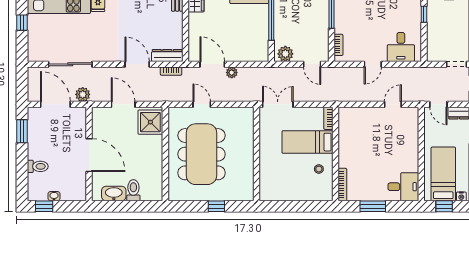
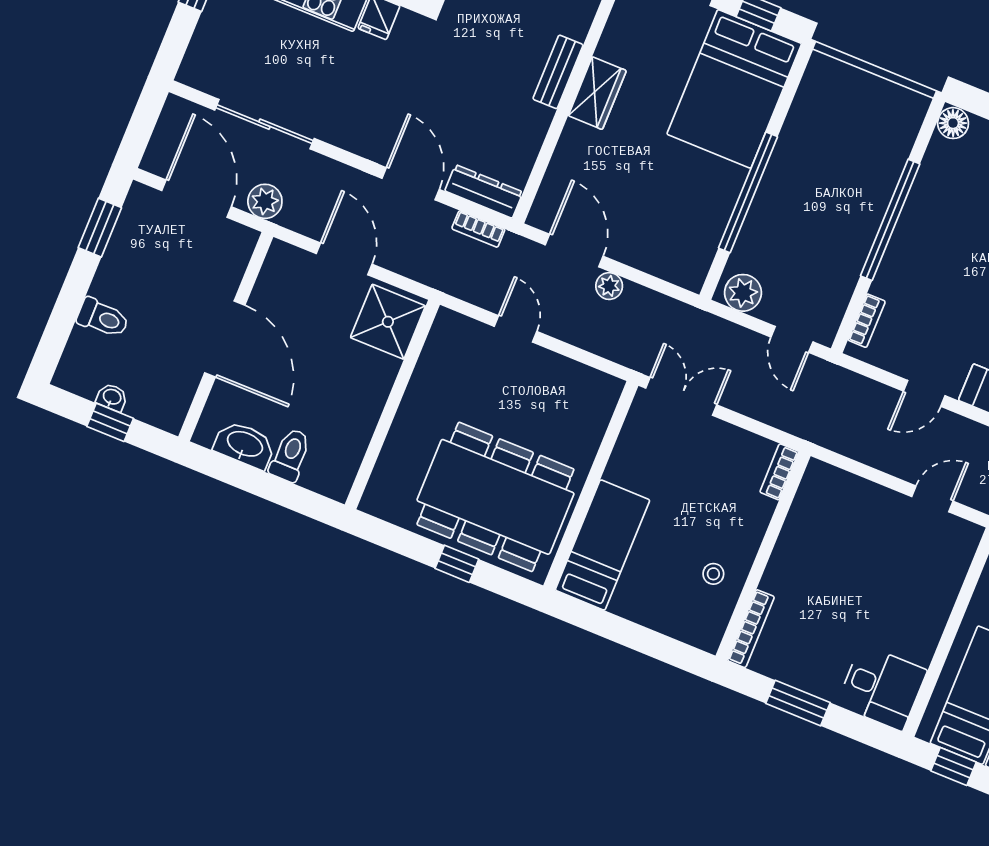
bed: (307, 142) -> (602, 545), moved, turned 90
dining table: (202, 154) -> (495, 497), moved, turned 90
window: (44, 206) -> (110, 422), moved

